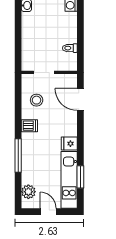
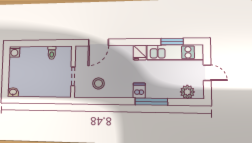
dishwasher: (29, 126) -> (139, 91), moved
door: (48, 212) -> (207, 73), swing flipped

